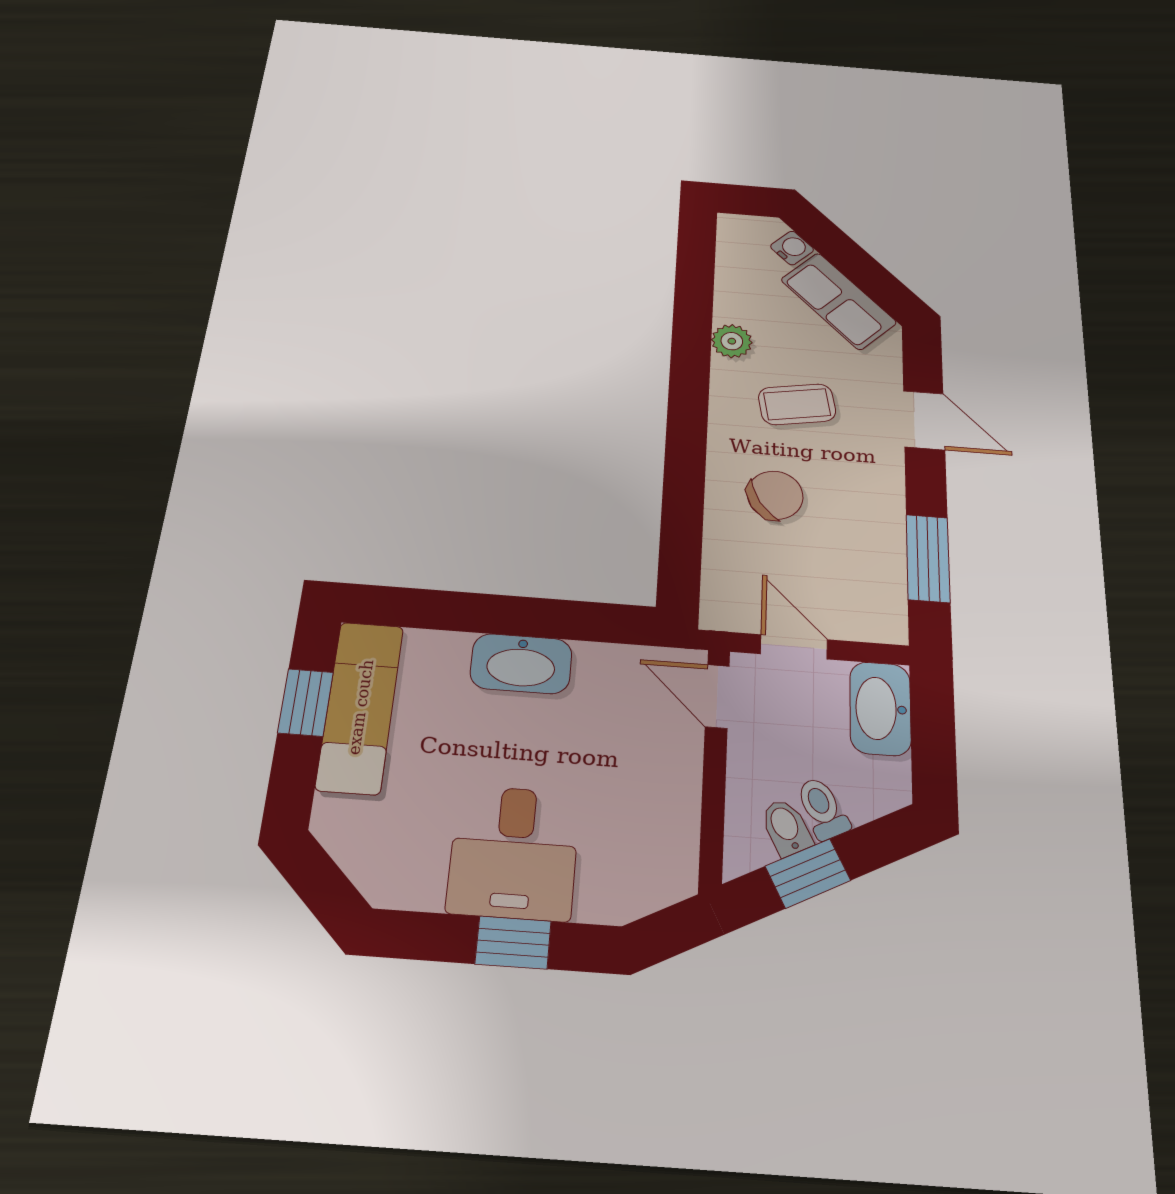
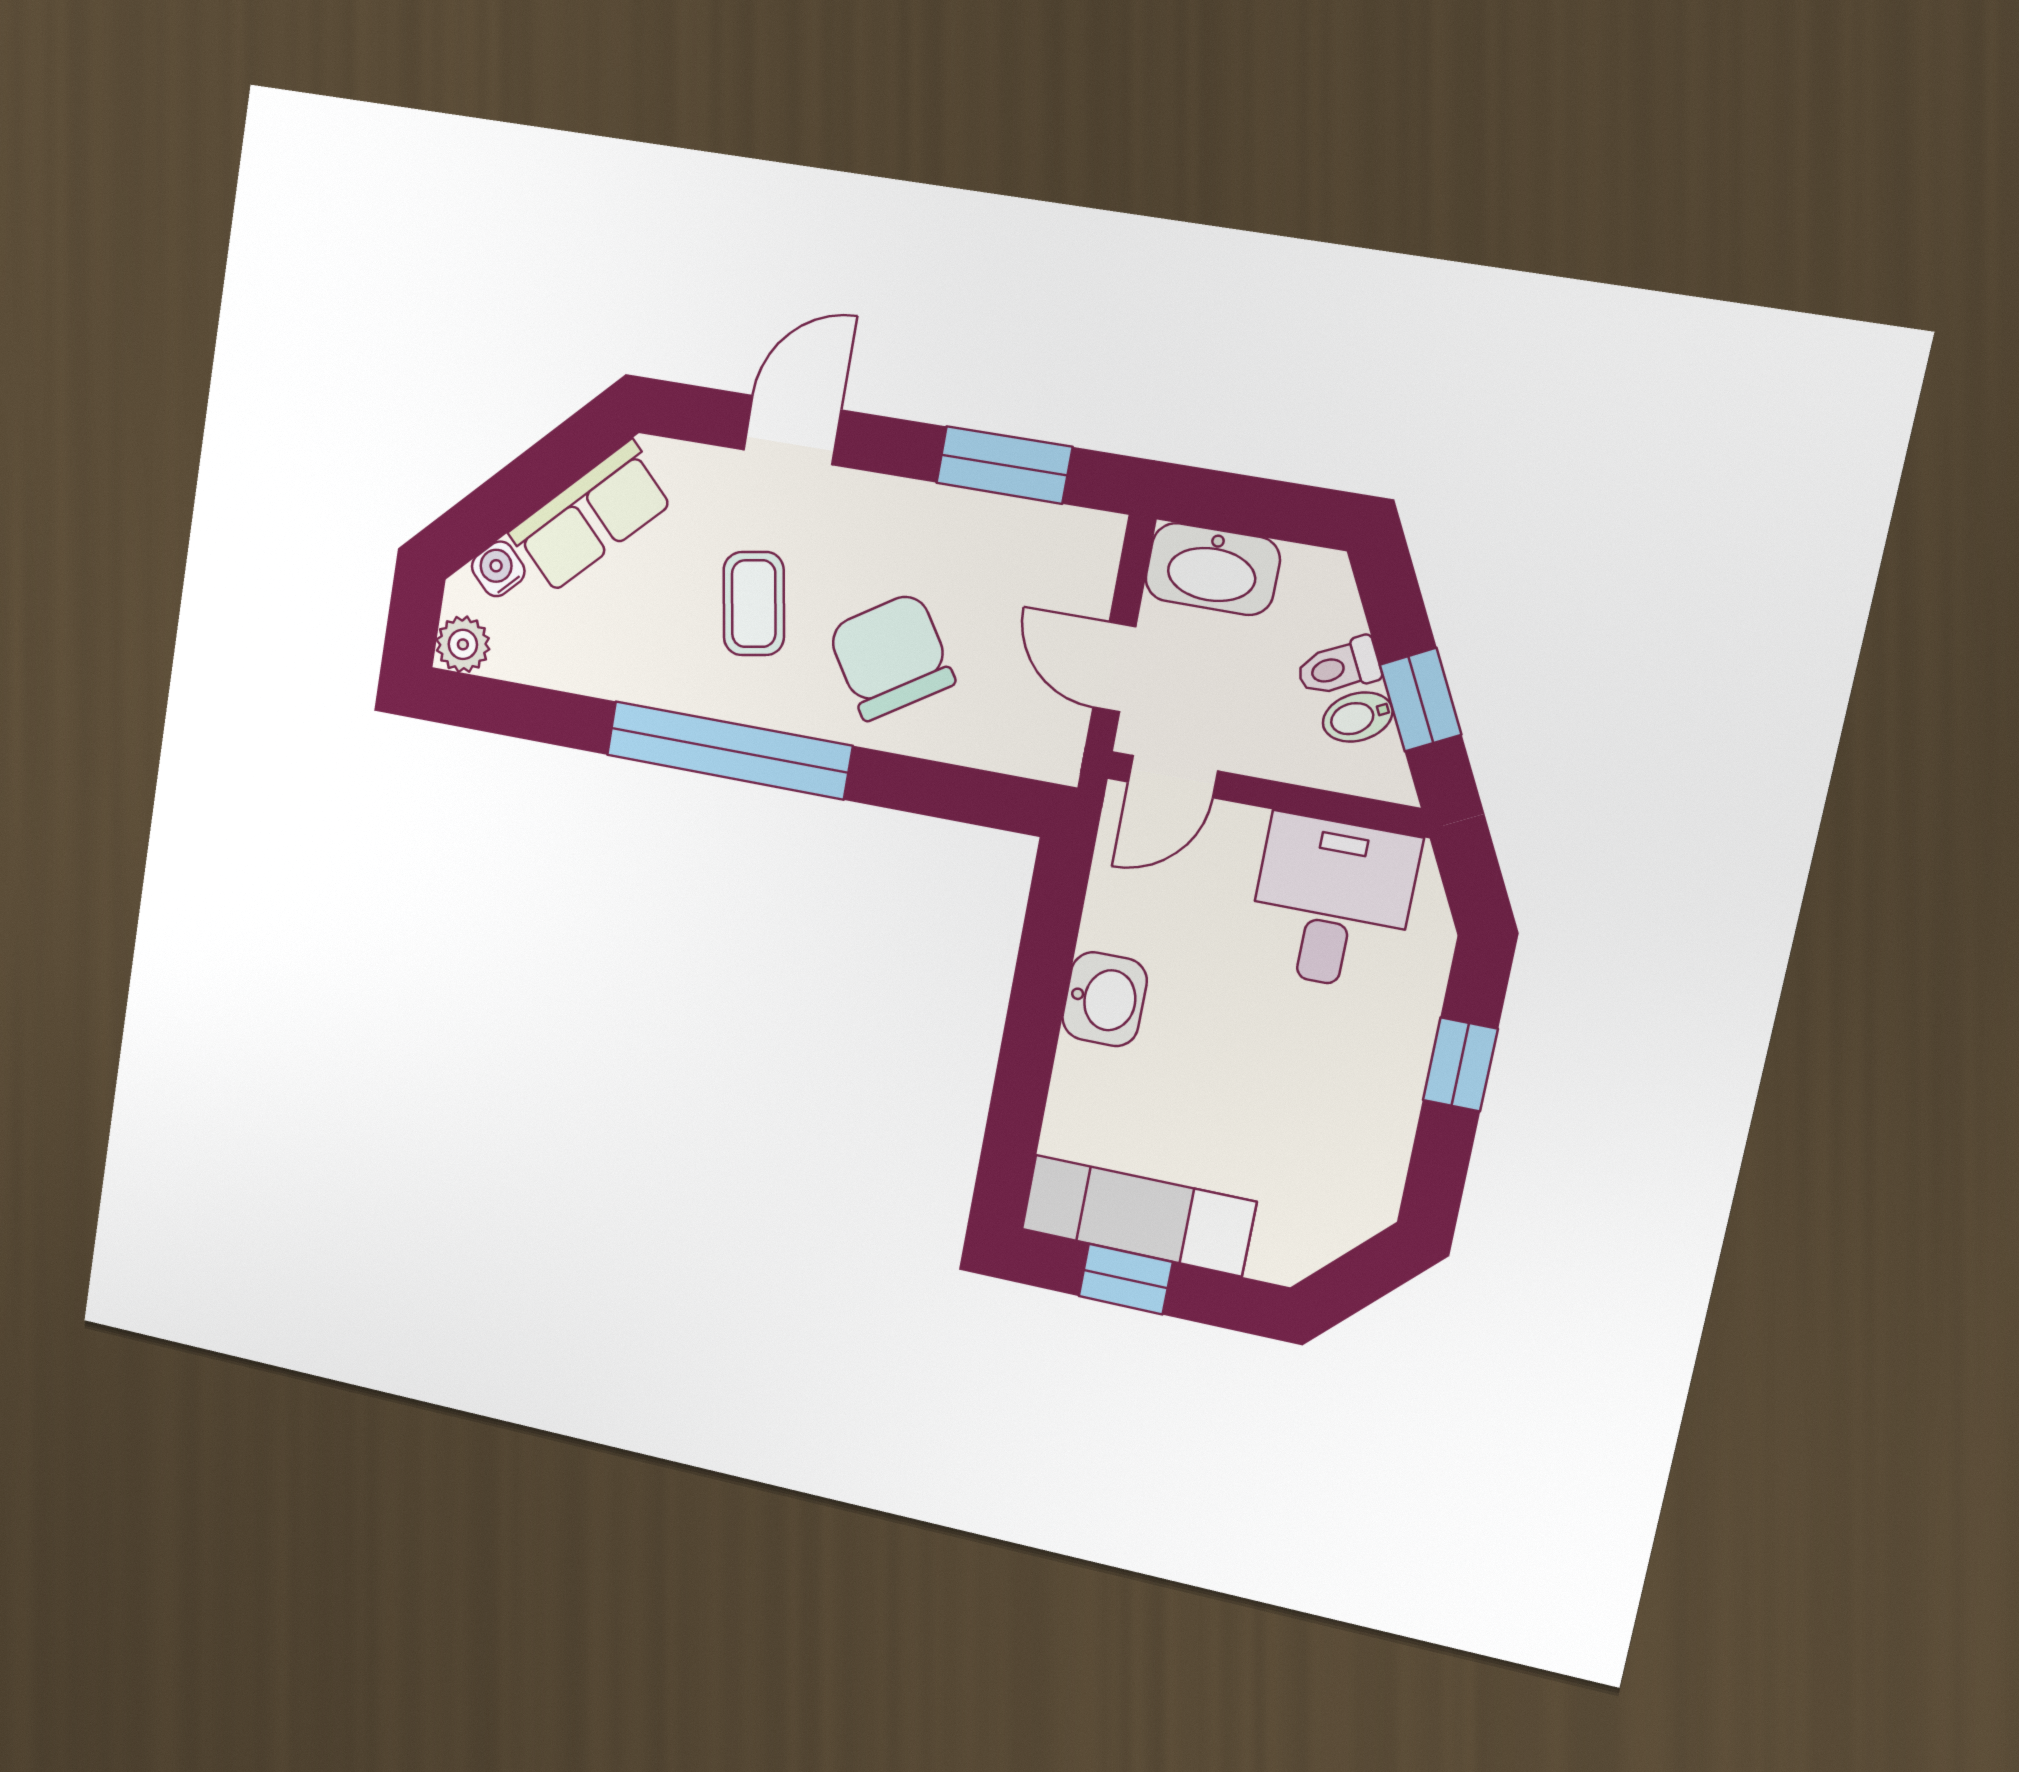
plant: (732, 341) -> (463, 644), moved
window: (689, 396) -> (729, 750), added
chair: (775, 495) -> (891, 656), width x1.37, depth x1.37
door: (794, 647) -> (1114, 667), hinge flipped
washbasin: (521, 664) -> (1105, 999), width x0.72
desk: (514, 852) -> (1332, 903), moved, turned -90

